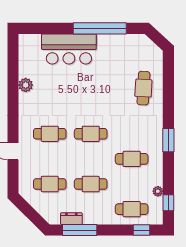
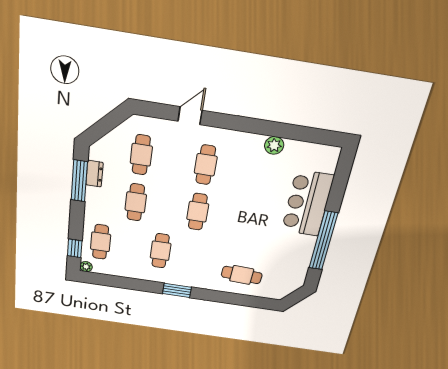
plant: (158, 191) -> (86, 267), moved
window: (168, 203) -> (105, 280), removed

